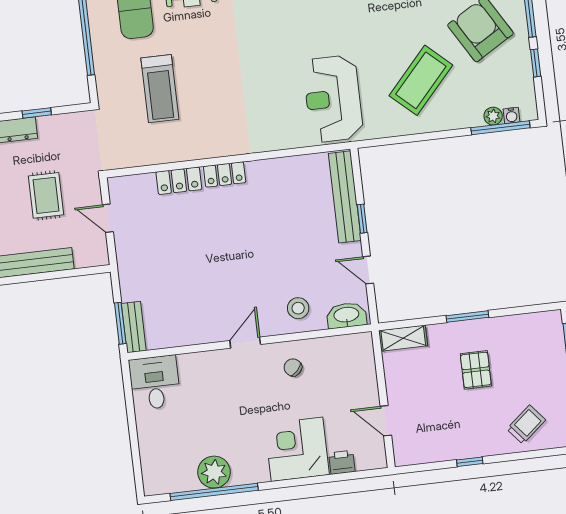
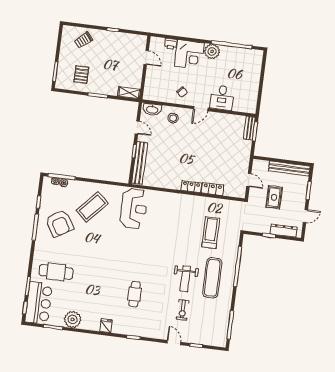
pallet: (476, 370) -> (81, 75), moved
desk: (155, 383) -> (222, 98), moved
plant: (214, 472) -> (212, 51), moved

